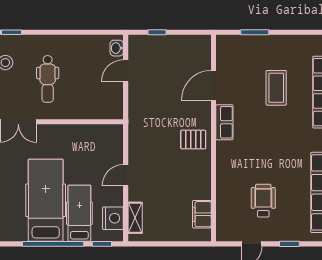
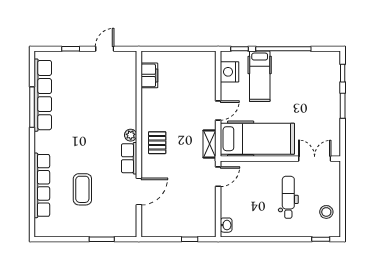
door: (126, 71) -> (218, 177), moved
pallet: (193, 140) -> (157, 143), turned 90
plant: (223, 148) -> (131, 135), added
hospital bed: (46, 200) -> (257, 139), moved, turned -90
wheelchair: (263, 201) -> (94, 88), removed
shelving: (135, 218) -> (210, 144), moved

